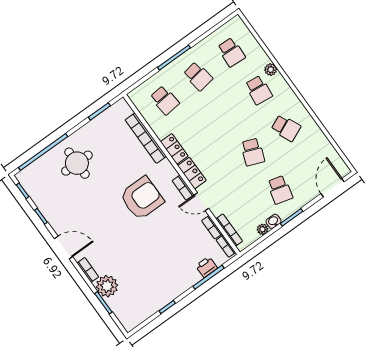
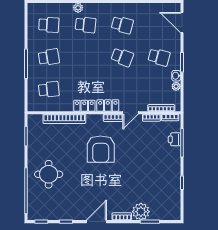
school desk: (286, 128) -> (122, 25), turned 39
armchair: (142, 198) -> (101, 149), turned 180

